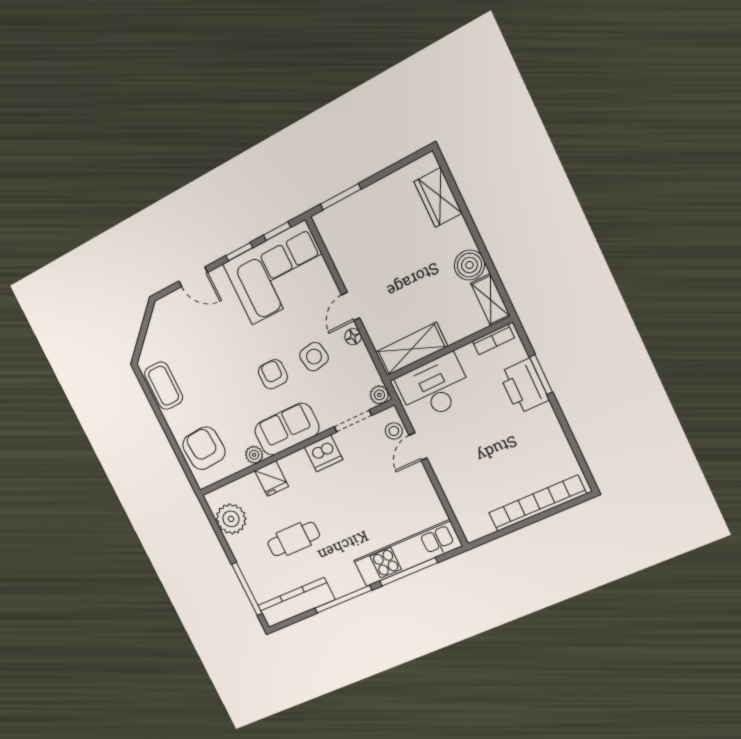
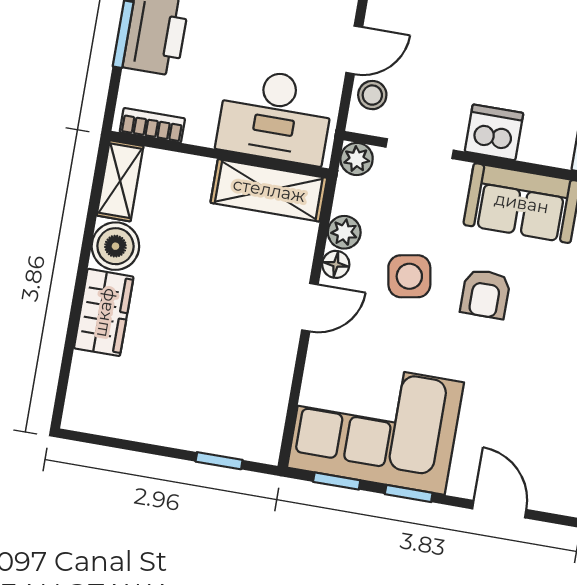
window: (341, 197) -> (219, 461), width x0.67
wardrobe: (438, 197) -> (104, 312), moved
plant: (360, 355) -> (344, 232), added

